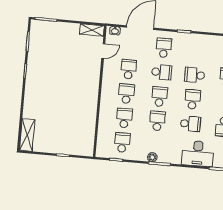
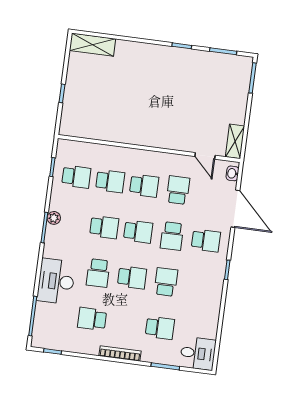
school desk: (129, 69) -> (178, 190), turned -90

